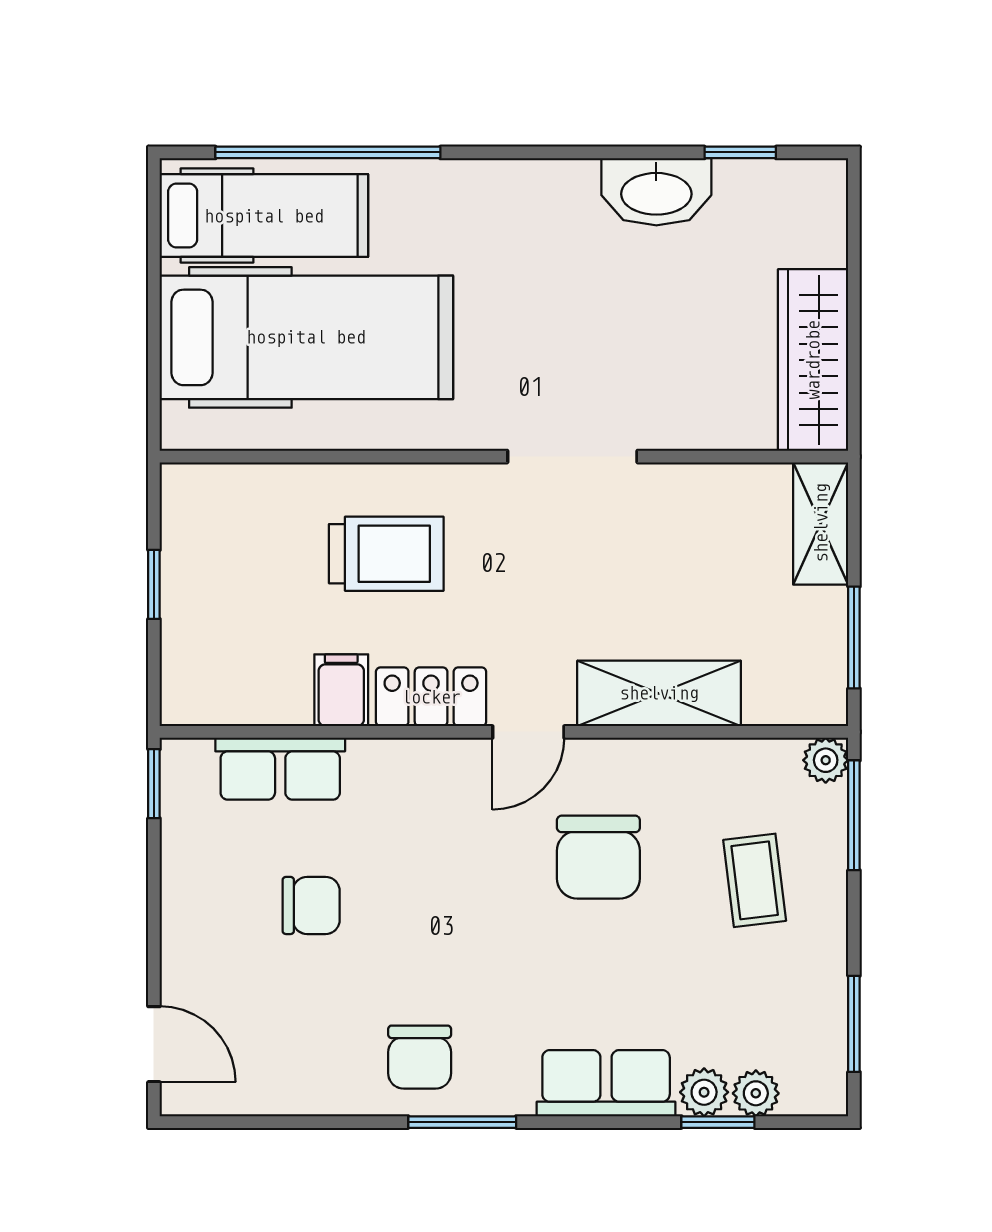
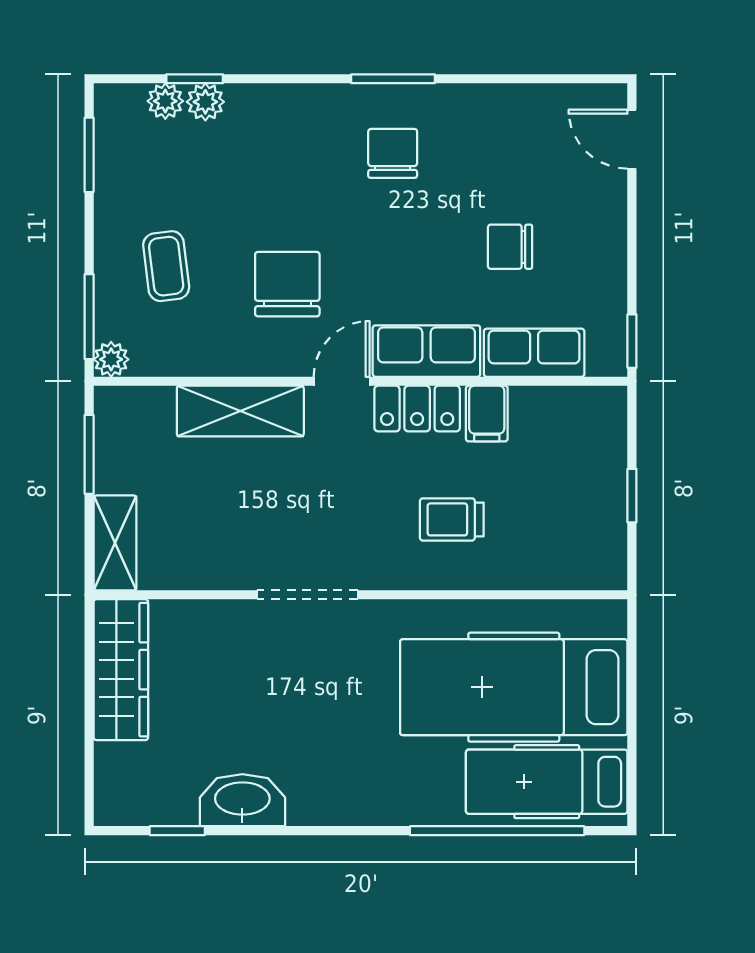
trolley: (386, 554) -> (452, 519), width x0.73, depth x0.72
chair: (420, 1057) -> (393, 153), moved
row of seats: (606, 1083) -> (426, 351), moved, turned 180

